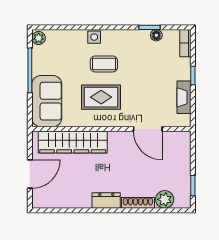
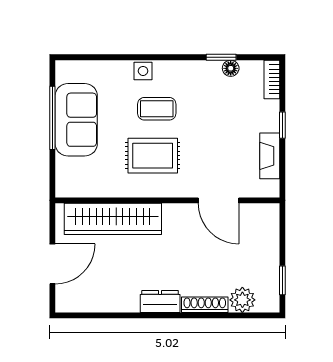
plant: (39, 38) -> (65, 72), removed
sofa: (47, 101) -> (76, 120), moved

